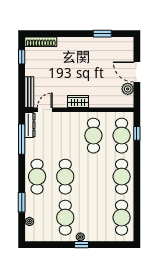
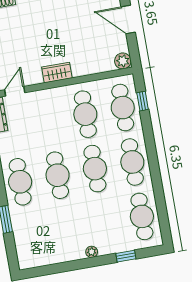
plant: (128, 89) -> (123, 61), moved
cafe table: (65, 218) -> (95, 169), moved
plant: (29, 221) -> (21, 243), removed
window: (82, 245) -> (126, 256), moved

